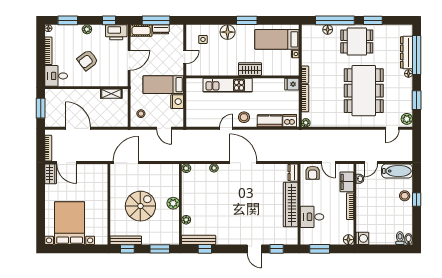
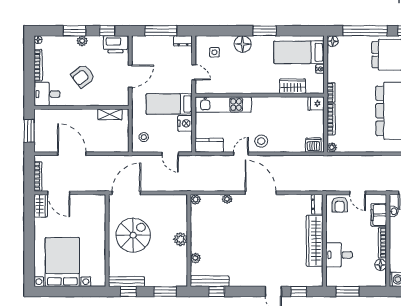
window: (68, 20) -> (74, 31), moved
dresser: (161, 29) -> (183, 41), moved
floor lamp: (328, 30) -> (333, 41), moved
cot: (141, 31) -> (144, 42), removed
door: (185, 57) -> (194, 72), hinge flipped
wardrobe: (250, 69) -> (293, 86), moved
kitchen unit: (228, 85) -> (223, 105), moved
kitchen counter: (270, 121) -> (209, 145), moved
spiral stairs: (140, 206) -> (133, 235), moved
floor lamp: (348, 240) -> (381, 265), moved

